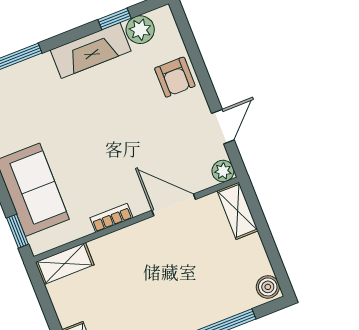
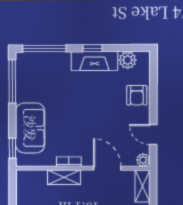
window: (114, 19) -> (93, 48), moved
door: (223, 127) -> (153, 135), swing flipped
shelving: (65, 263) -> (64, 177), moved

